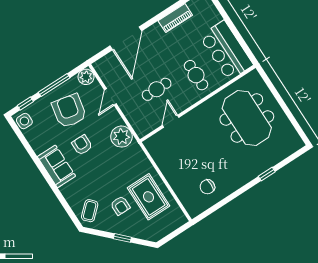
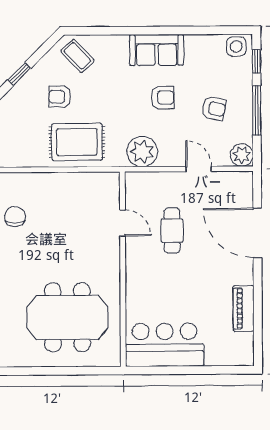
cafe table: (196, 75) -> (159, 289), removed
armchair: (69, 111) -> (214, 108), width x0.53, depth x0.53
rug: (149, 197) -> (77, 142), moved

